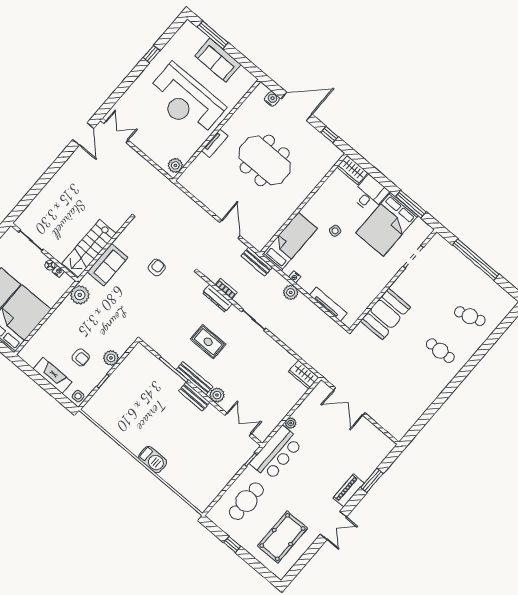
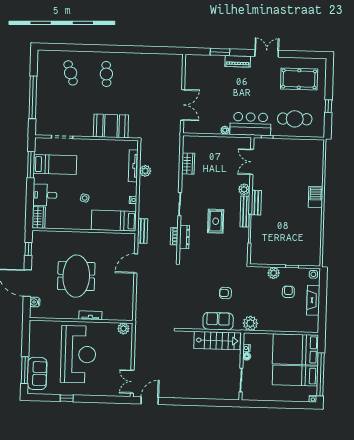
sofa: (218, 60) -> (37, 373), moved
bed: (387, 224) -> (55, 165), width x0.67
armchair: (157, 268) -> (225, 293), moved
plant: (291, 292) -> (145, 171), moved
wardrobe: (304, 375) -> (188, 164), moved

